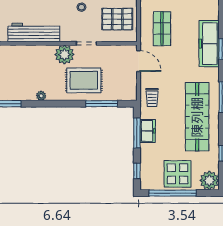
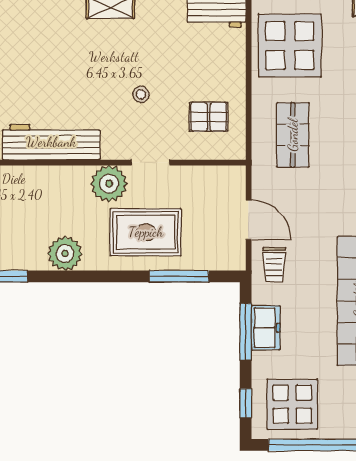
pallet: (117, 19) -> (209, 117), width x0.67, depth x0.71
door: (139, 61) -> (249, 220), moved
plant: (41, 96) -> (65, 254), width x1.87, depth x1.87
display table: (178, 174) -> (292, 404), moved

